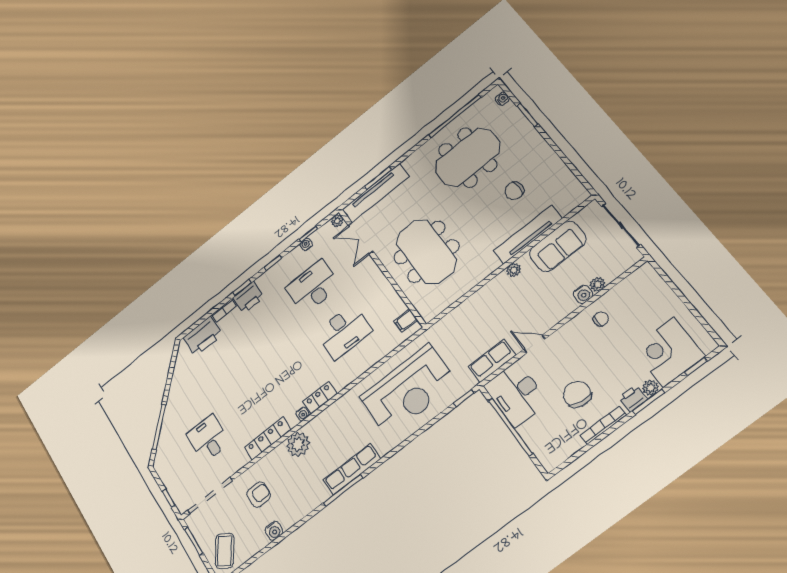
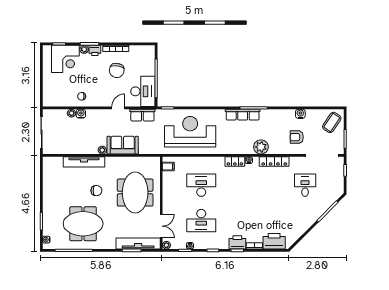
chair: (514, 191) -> (96, 191), moved
sofa: (558, 246) -> (123, 145), moved
door: (534, 344) -> (118, 108), swing flipped
desk: (208, 438) -> (305, 185), turned 180

